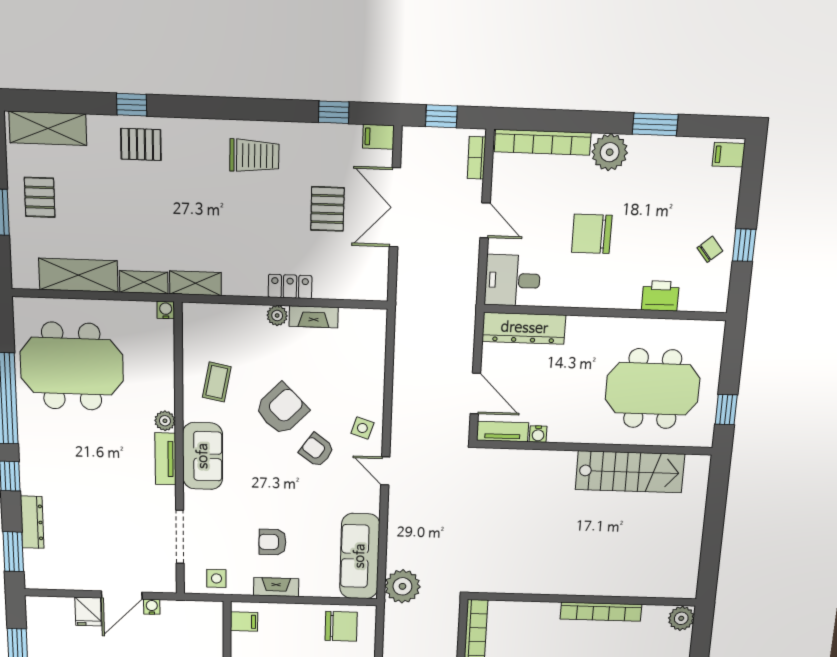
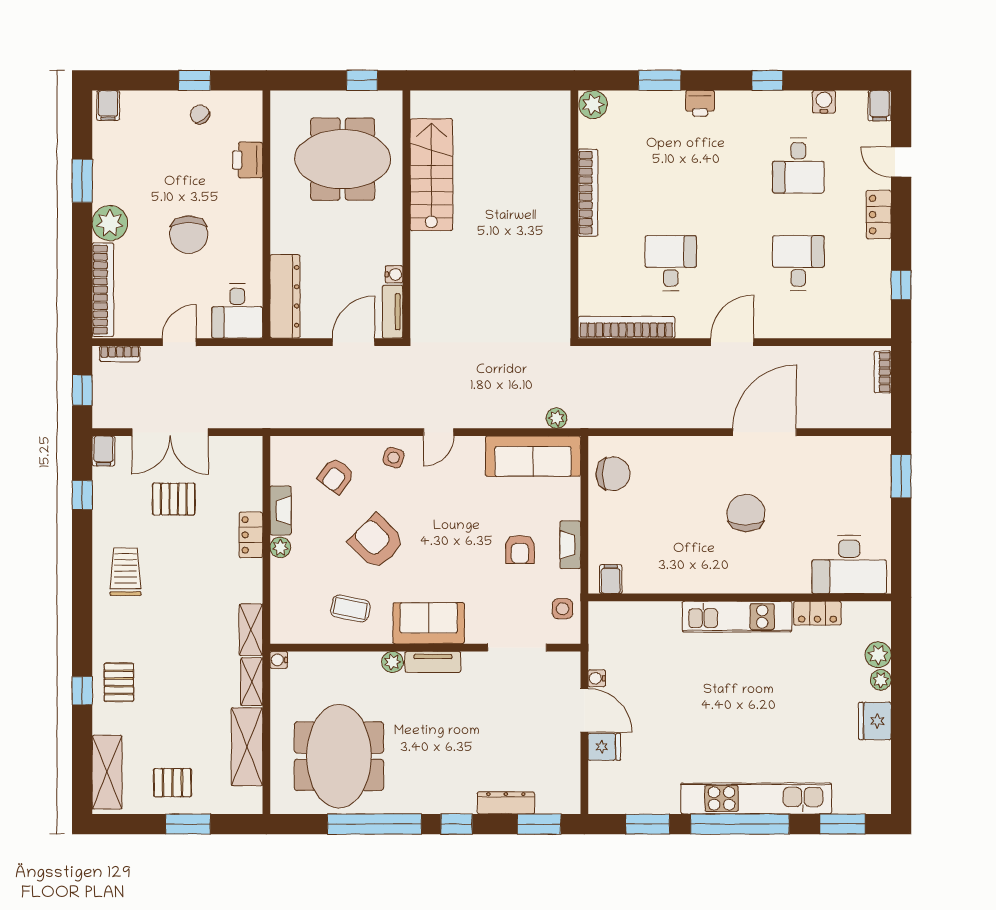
meeting table: (653, 389) -> (343, 159), turned 90
armchair: (317, 450) -> (336, 476), moved
plant: (402, 586) -> (556, 418), width x0.53, depth x0.53
chair: (341, 626) -> (613, 474), turned 90

